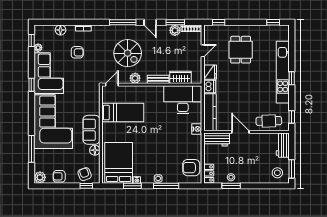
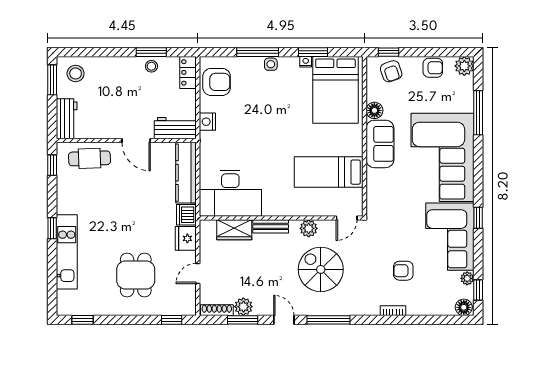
floor lamp: (60, 30) -> (464, 307), moved
kitchen unit: (283, 72) -> (67, 252), width x0.73
nightstand: (197, 129) -> (207, 122), moved

